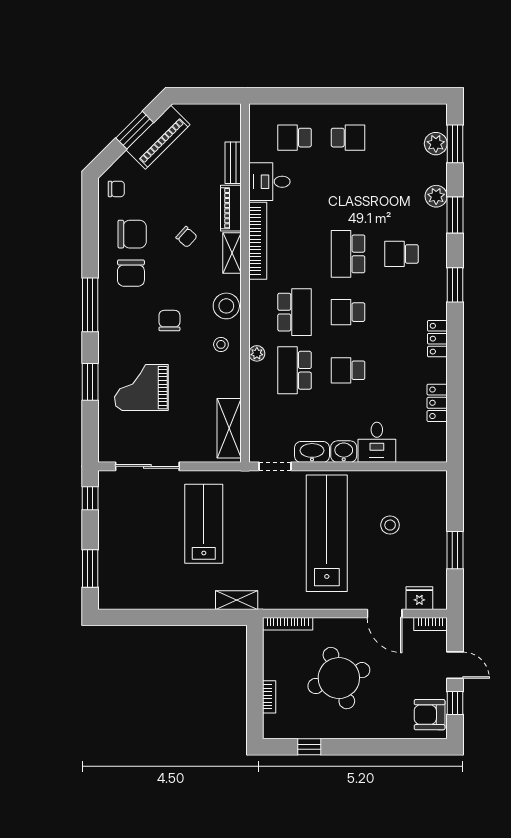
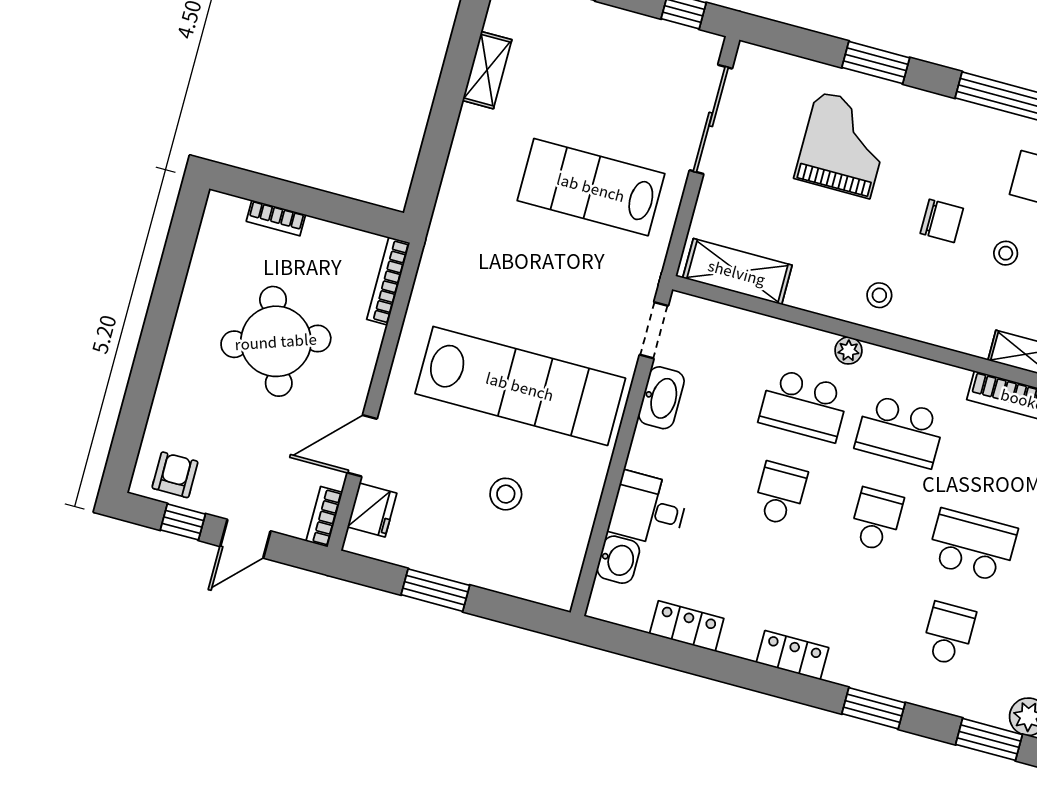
stool: (226, 306) -> (1006, 253), moved, width x0.53, depth x0.53
school desk: (295, 370) -> (804, 405), turned 180
washbasin: (344, 452) -> (618, 560), moved
lab bench: (204, 524) -> (591, 187), turned 180
shelving: (237, 600) -> (487, 70), moved
armchair: (430, 715) -> (175, 475), width x0.72, depth x0.72
window: (309, 747) -> (175, 262), removed

